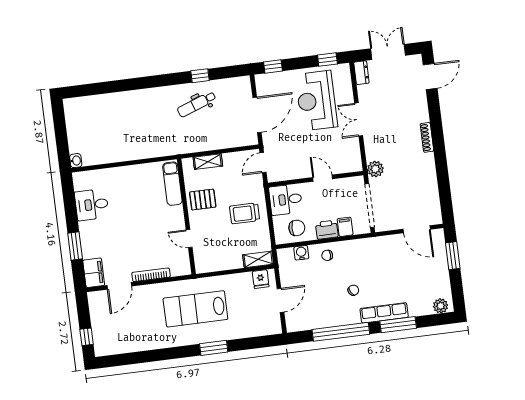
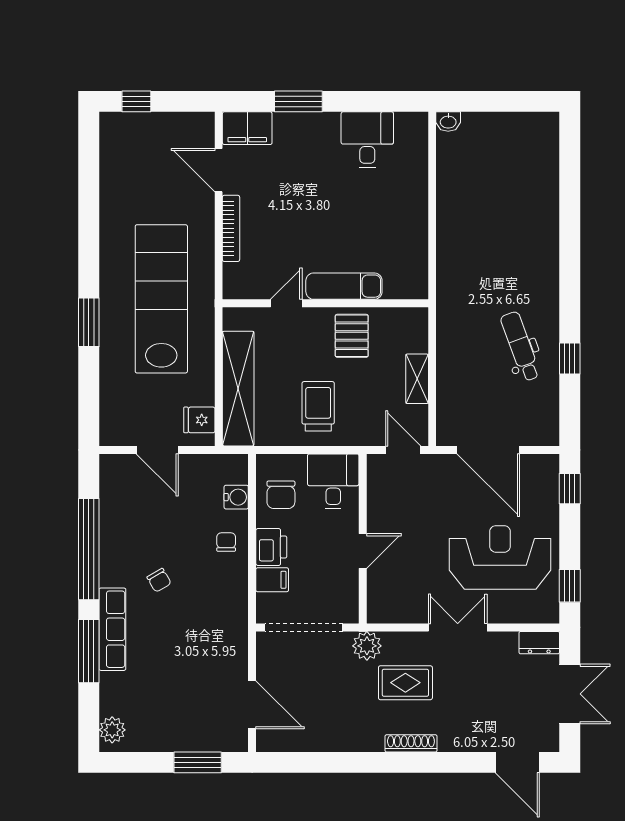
rug: (393, 145) -> (405, 683), added
shelving: (208, 162) -> (417, 379), moved
exam couch: (172, 184) -> (344, 286), moved
door: (417, 229) -> (252, 705), swing flipped
shelving: (258, 259) -> (238, 389), width x2.20, depth x1.33
lab bench: (195, 309) -> (161, 299), width x1.36

